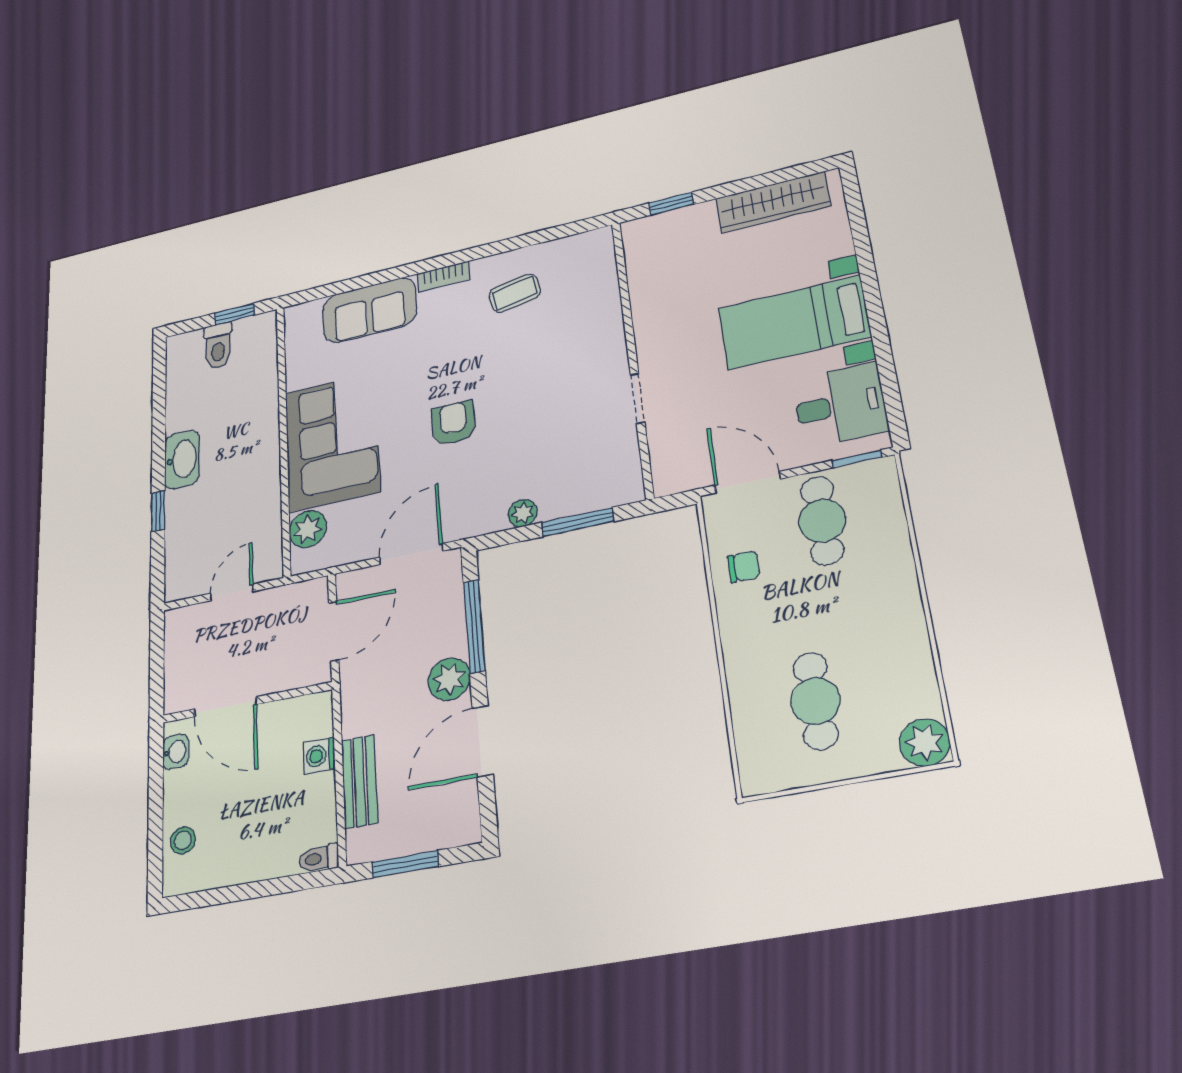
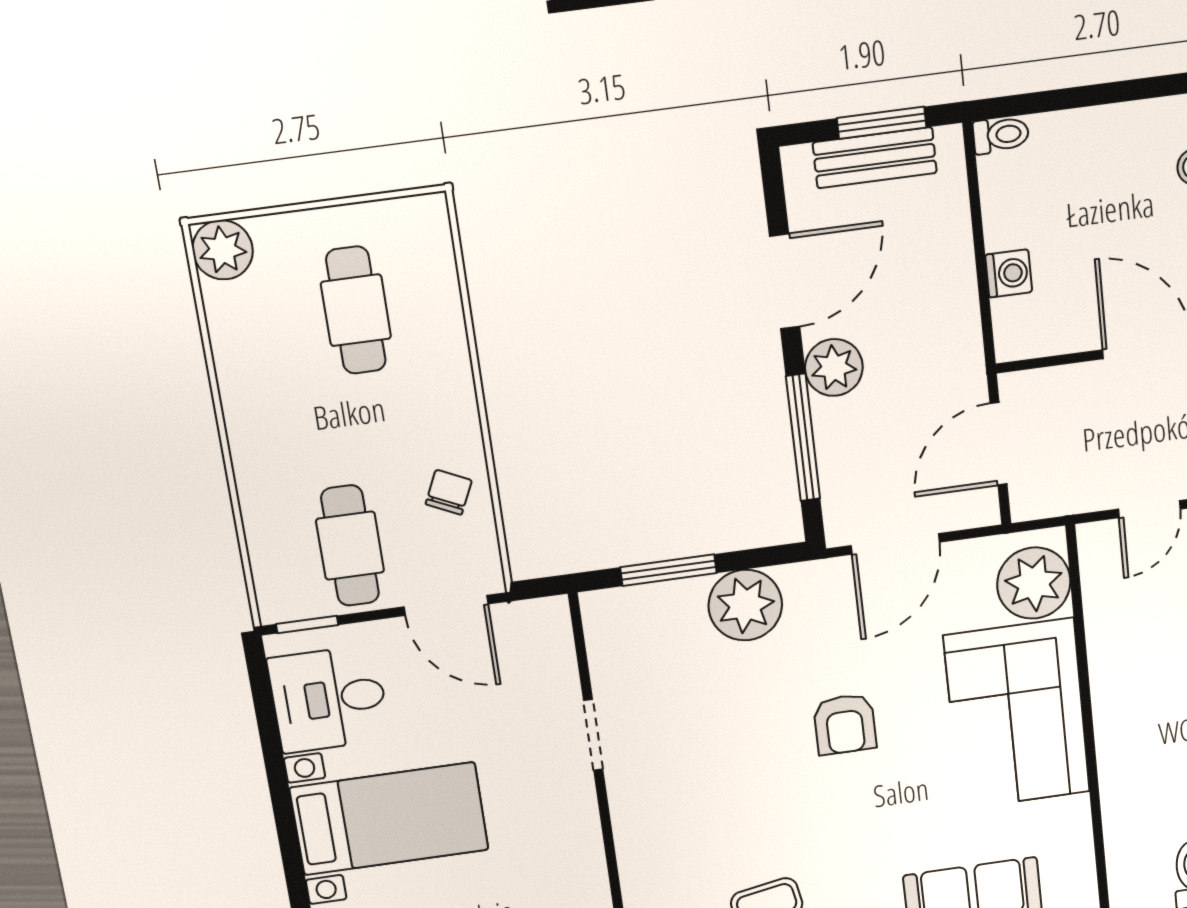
plant: (523, 513) -> (745, 605), width x1.88, depth x1.88
plant: (308, 529) -> (1034, 583), width x1.36, depth x1.36
chair: (744, 567) -> (449, 492), turned 115
bench: (360, 781) -> (875, 158), moved, turned 90

